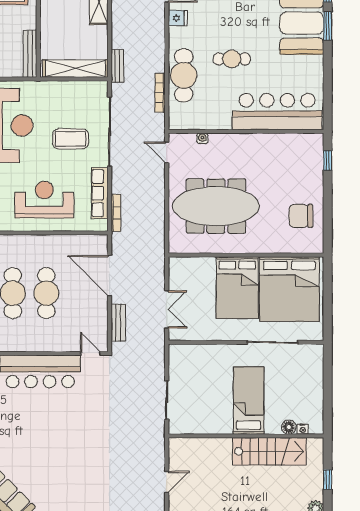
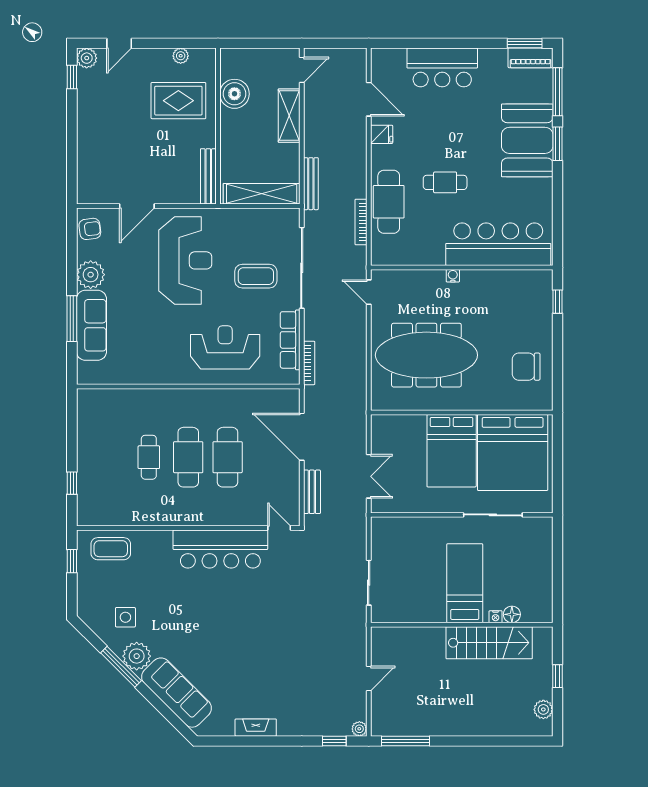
bench: (117, 66) -> (311, 184), width x1.36
water cooler: (202, 138) -> (453, 276), moved
nightstand: (303, 429) -> (496, 617), moved

